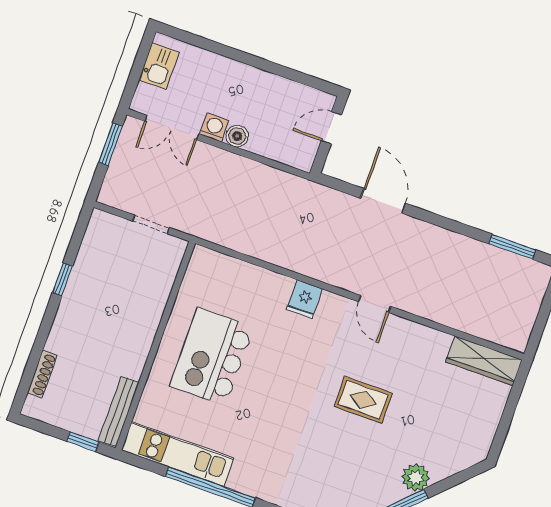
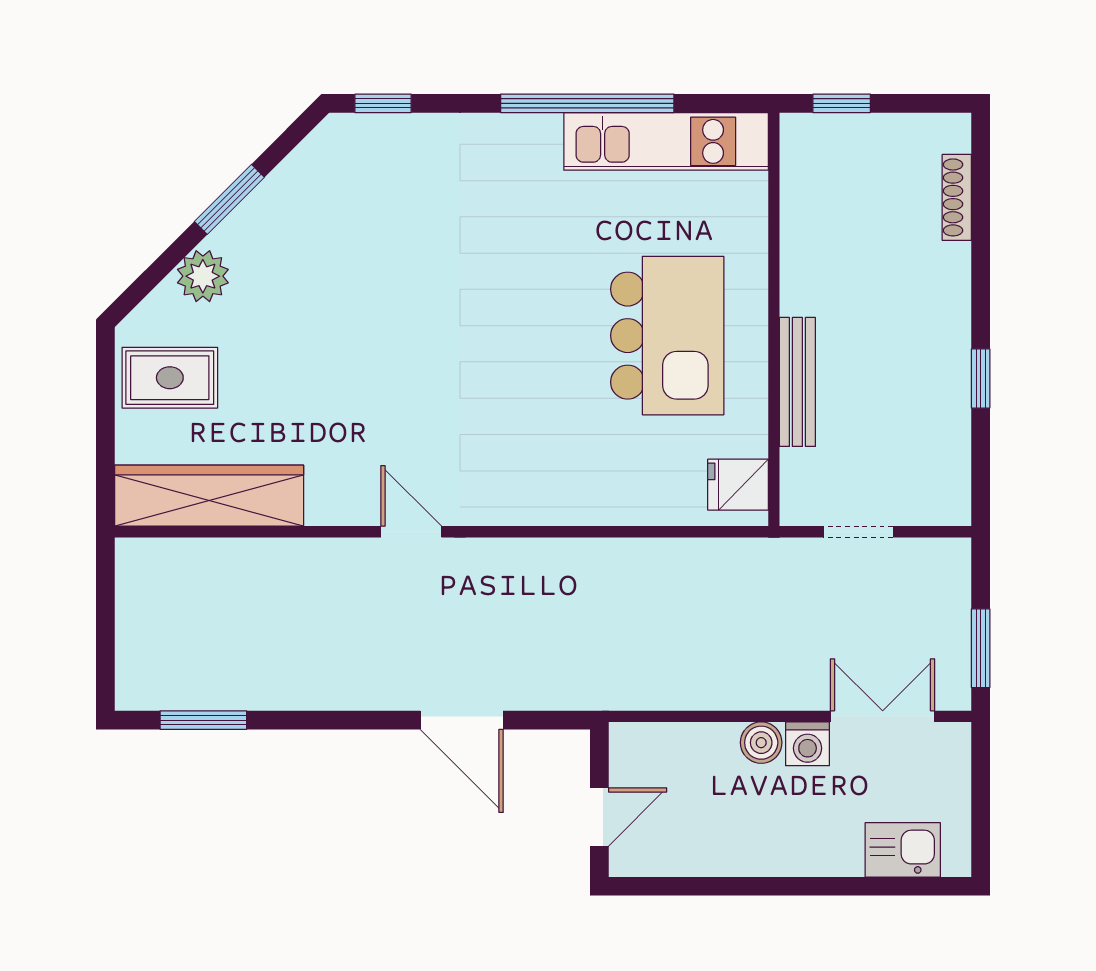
kitchen sink: (159, 66) -> (903, 850), moved, turned 90
fridge: (304, 299) -> (738, 485), moved, turned -90
wardrobe: (484, 361) -> (209, 496), width x1.40, depth x1.17
rug: (363, 400) -> (170, 378), moved
bench: (119, 412) -> (797, 382), moved
plant: (416, 478) -> (203, 276), moved

